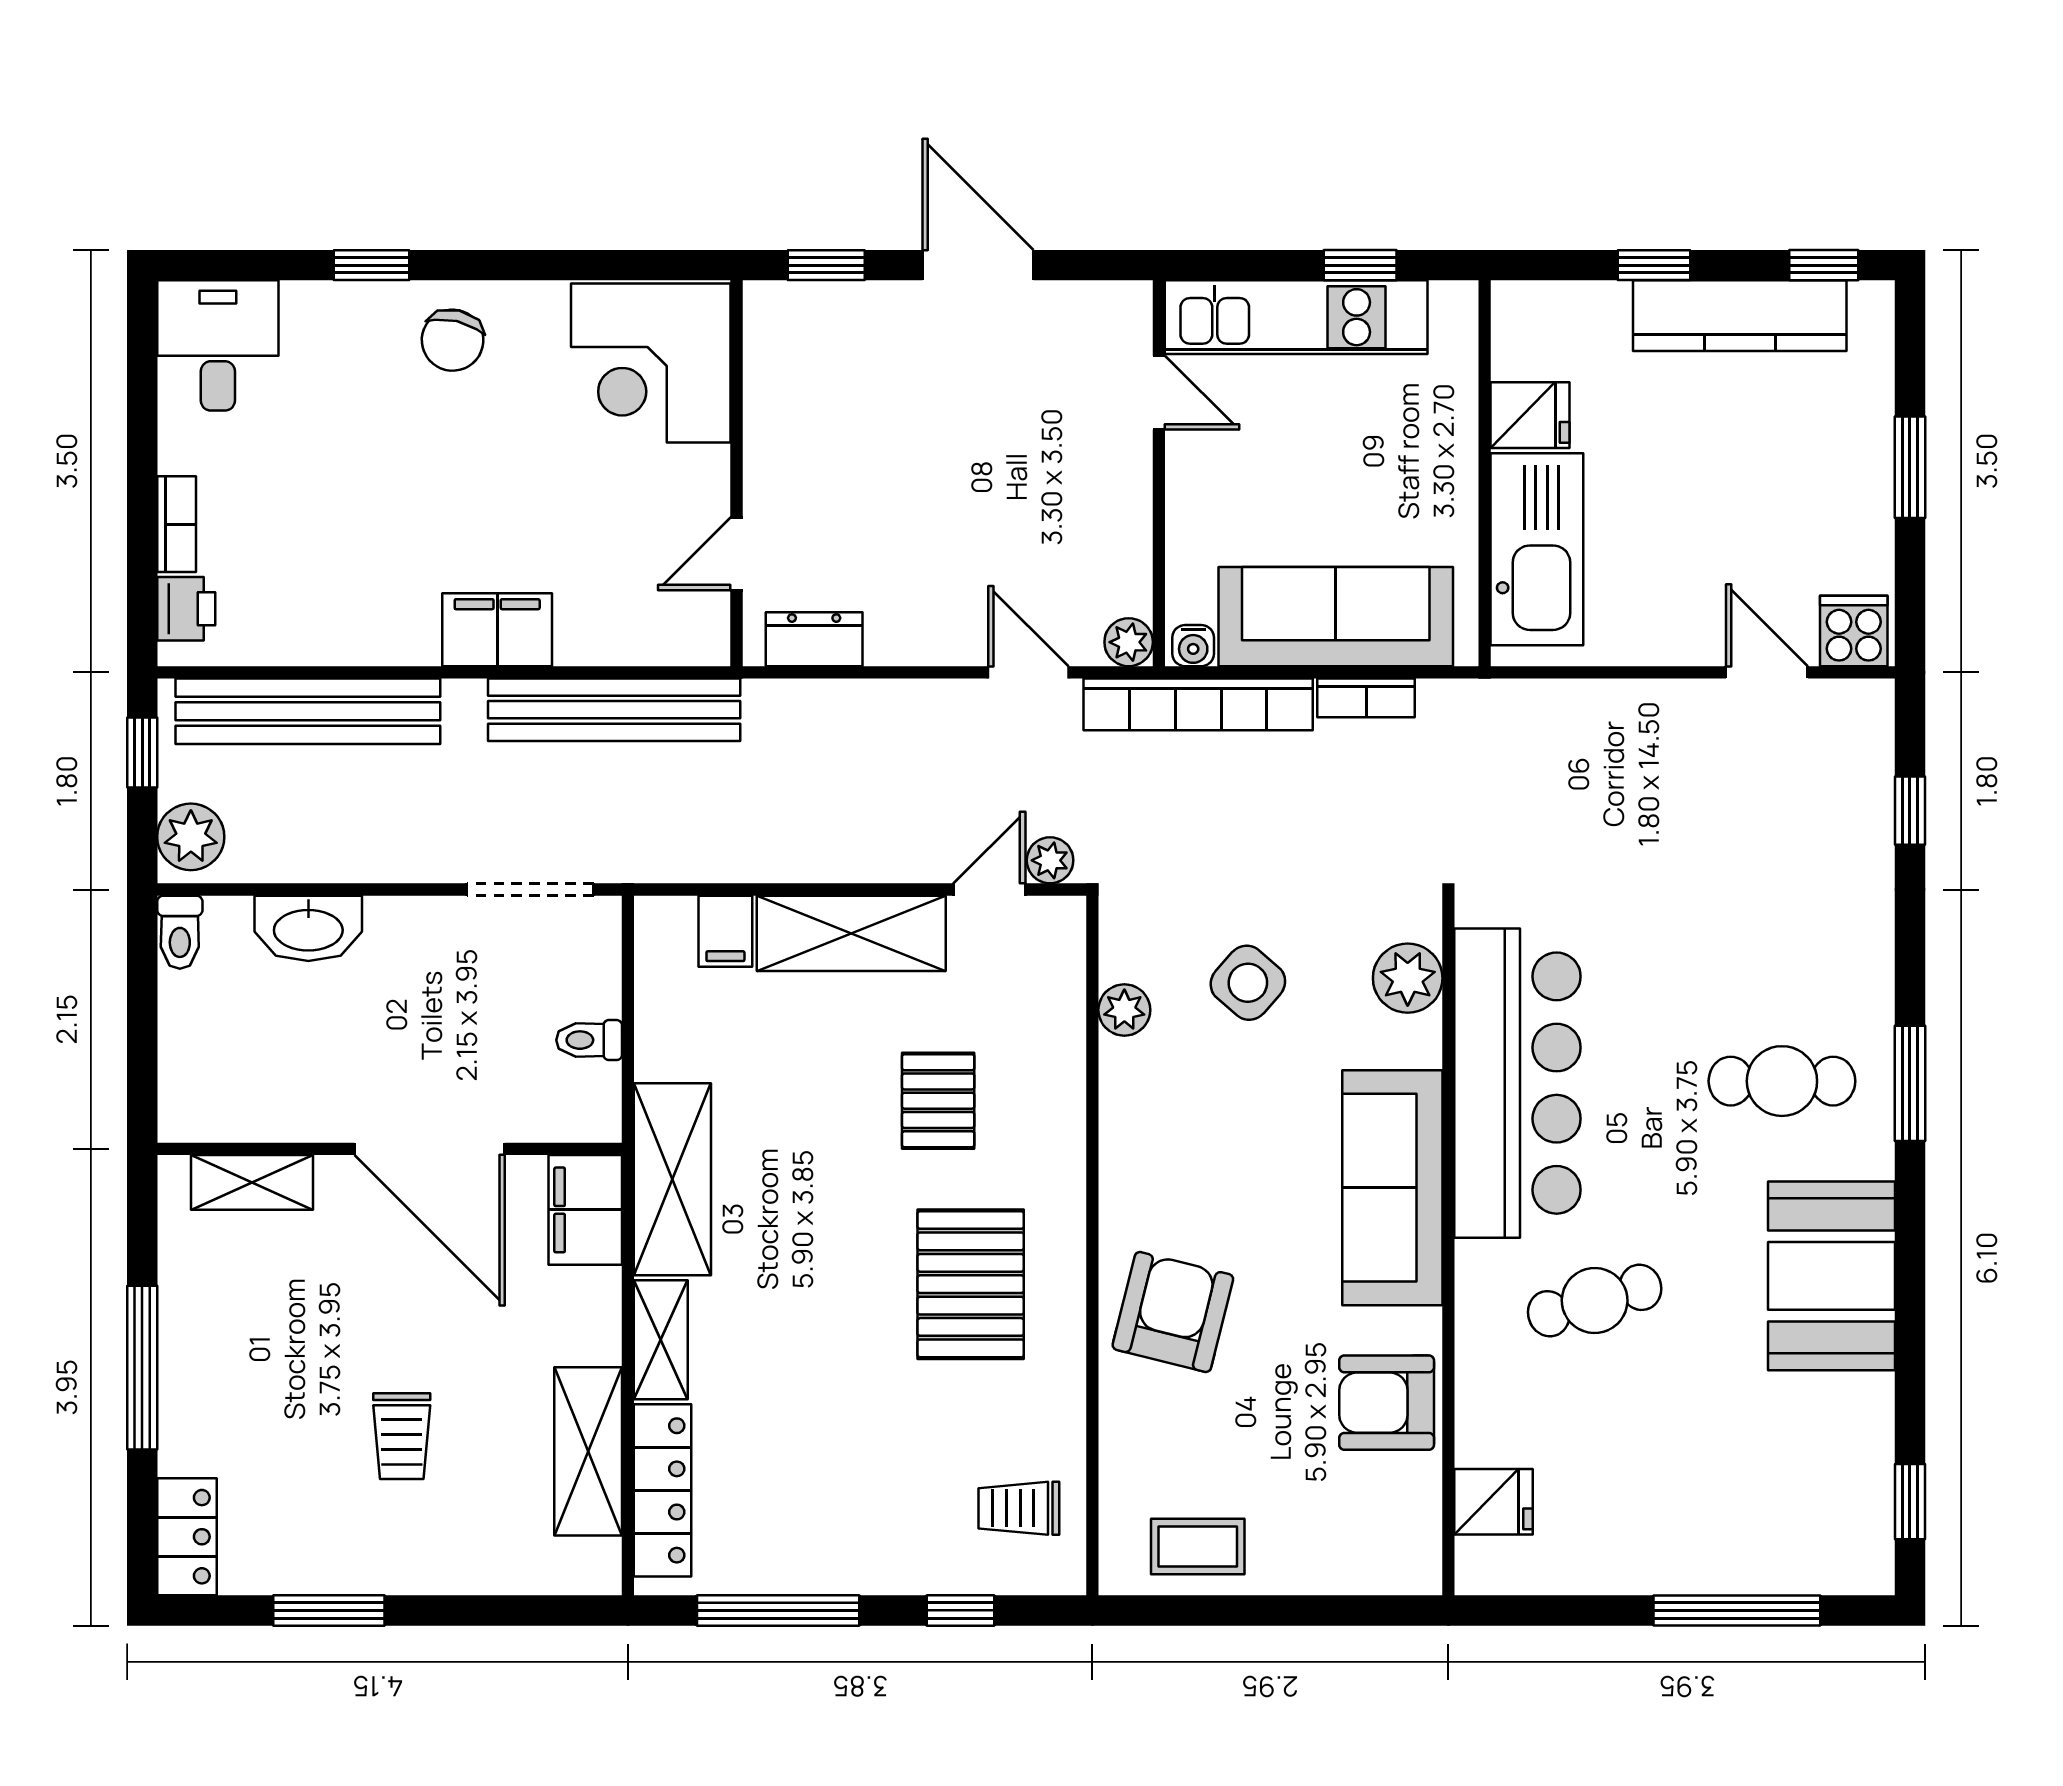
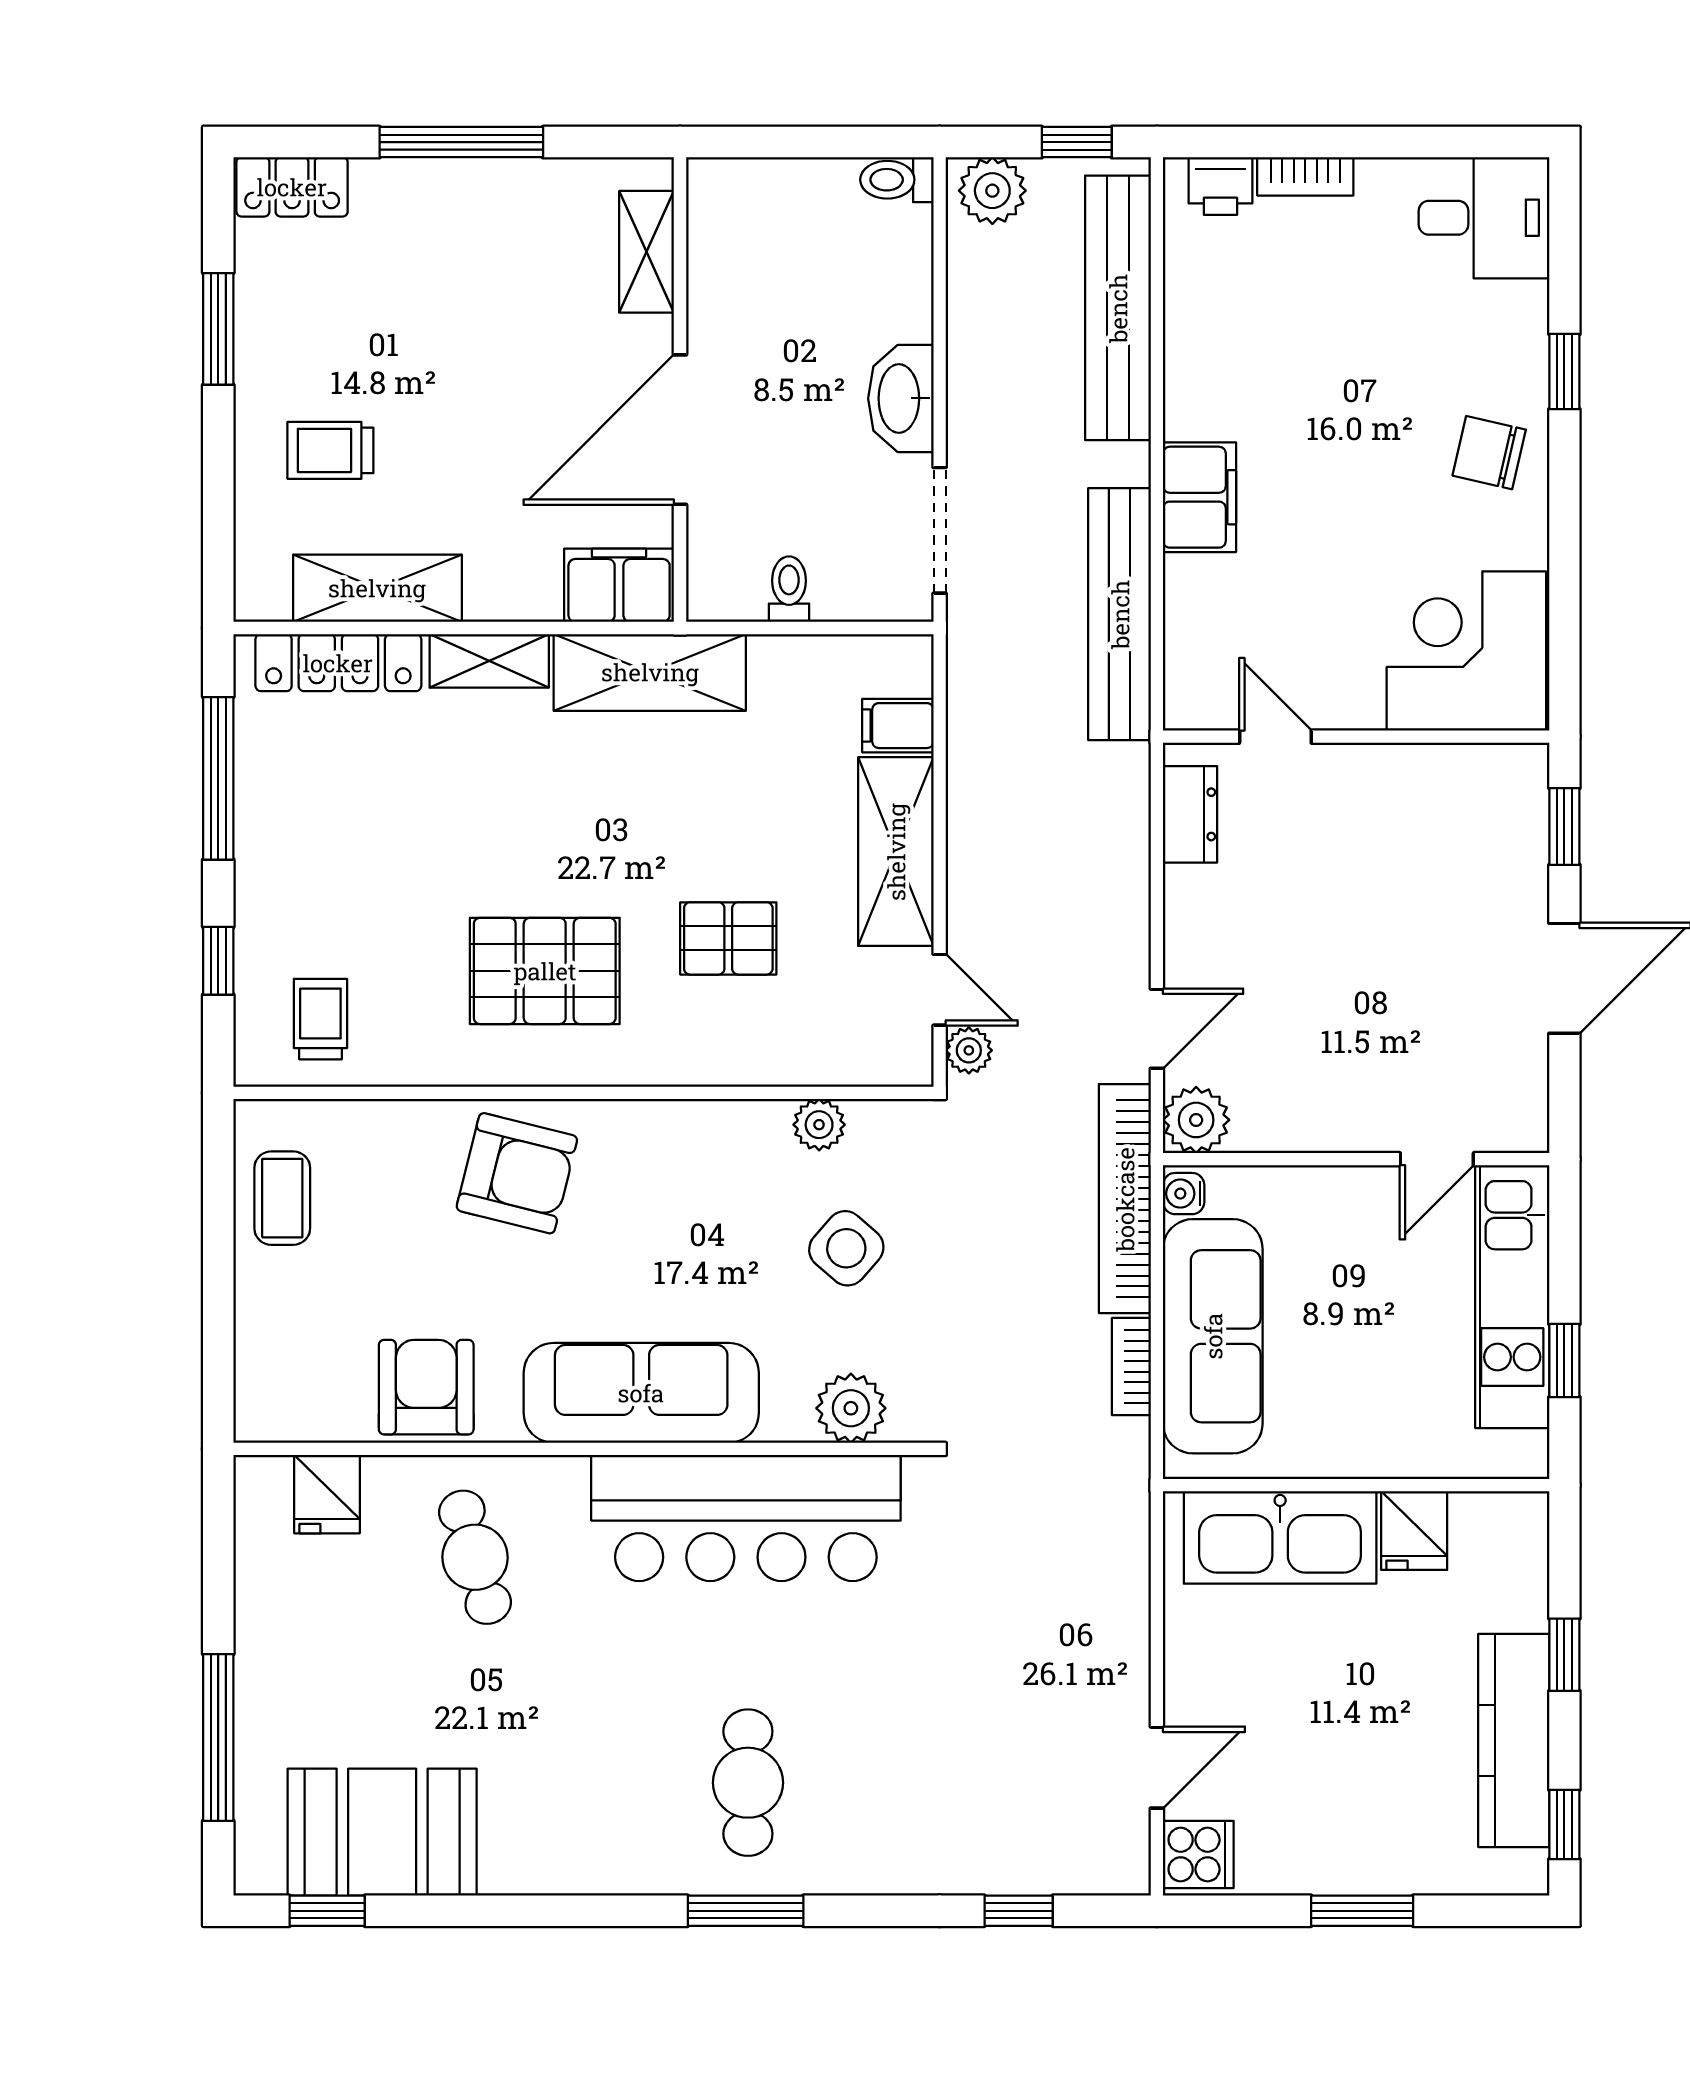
plant: (1129, 642) -> (1196, 1120), width x1.38, depth x1.38
washbasin: (308, 928) -> (901, 398), moved
booth: (1831, 1276) -> (382, 1832), moved
cafe table: (1595, 1301) -> (475, 1557), moved
trolley: (402, 1436) -> (330, 450), moved

